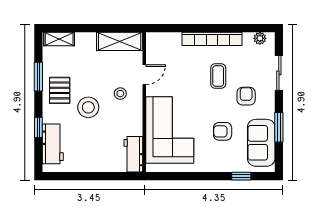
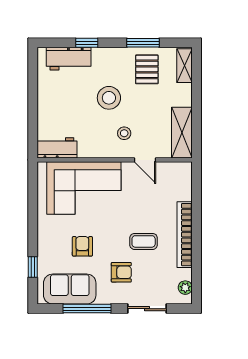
pallet: (60, 90) -> (147, 69), moved, turned 90
window: (279, 127) -> (87, 309), width x1.44

